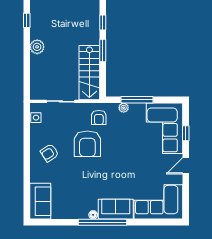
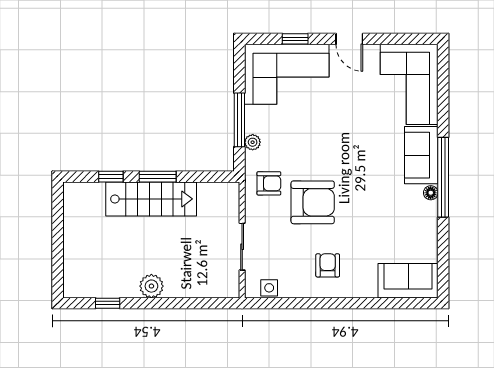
stairs: (89, 73) -> (151, 199), moved
armchair: (49, 153) -> (328, 265), turned -147

